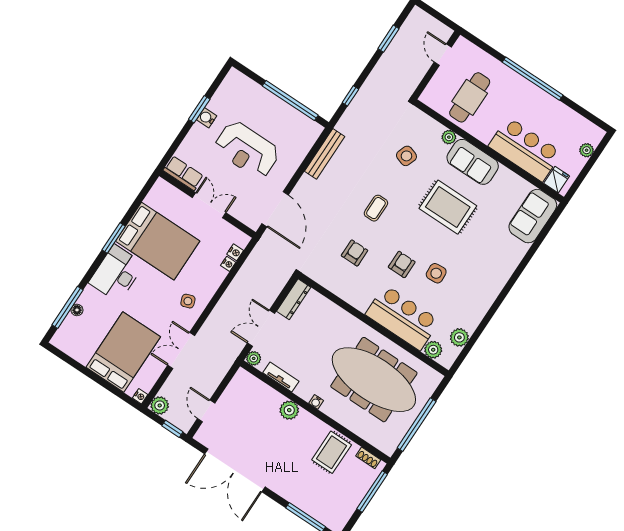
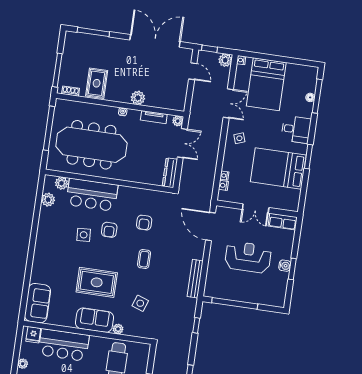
desk: (117, 273) -> (296, 129), width x0.73

